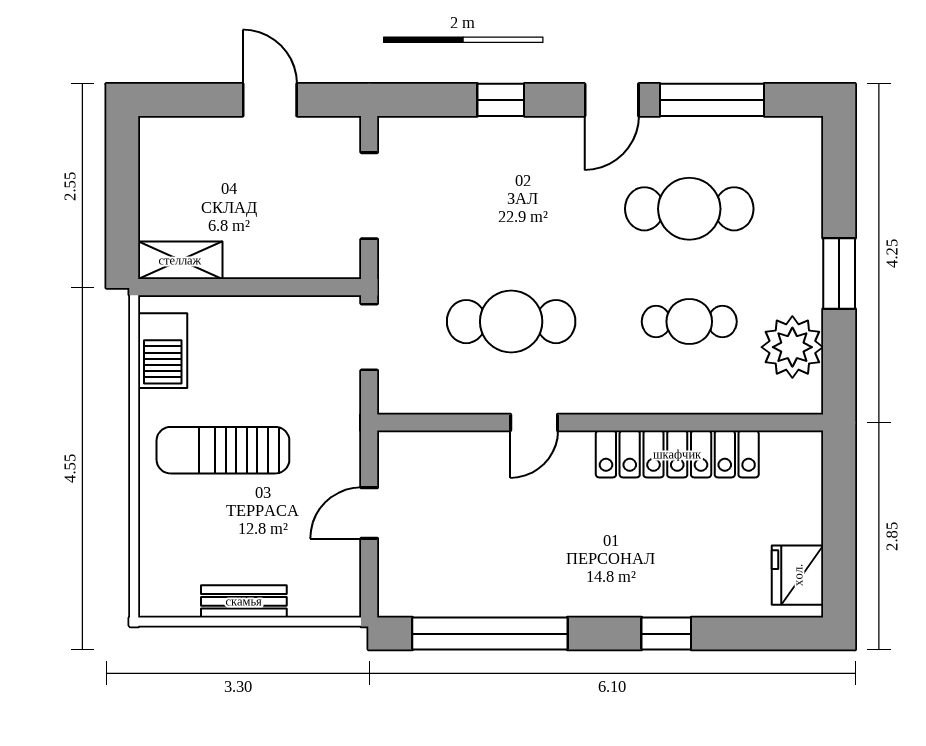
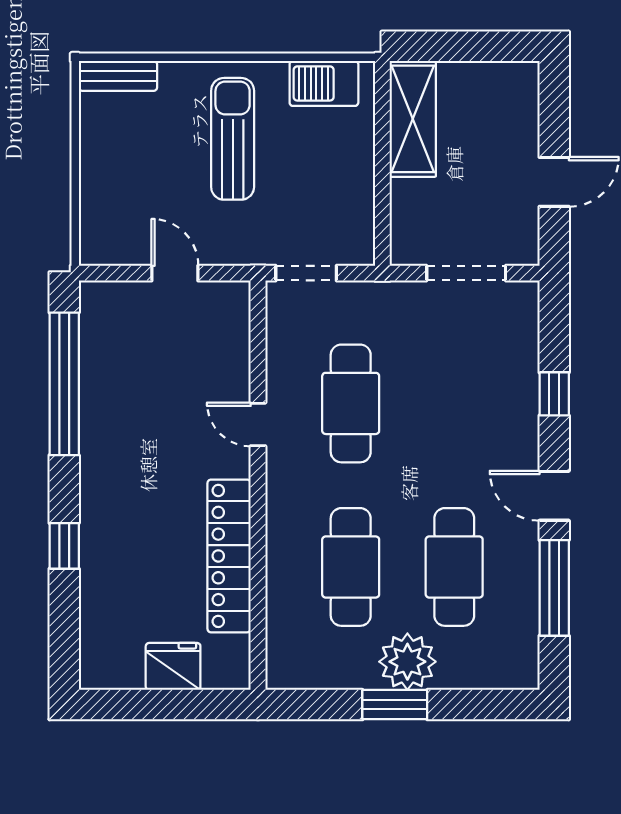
shelving: (180, 260) -> (413, 119), width x1.50, depth x1.33
cafe table: (689, 322) -> (351, 567), width x1.37, depth x1.35
doorway: (369, 337) -> (306, 273), moved
plant: (792, 347) -> (407, 662), moved
fridge: (798, 575) -> (173, 666), moved
bench: (244, 601) -> (118, 76), moved, turned 90

